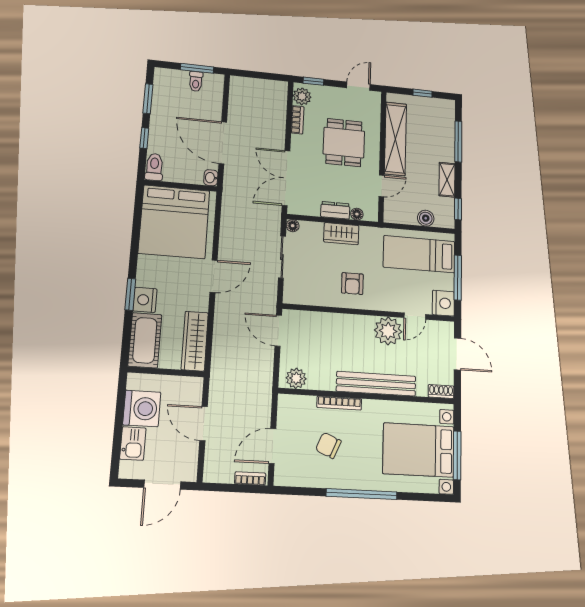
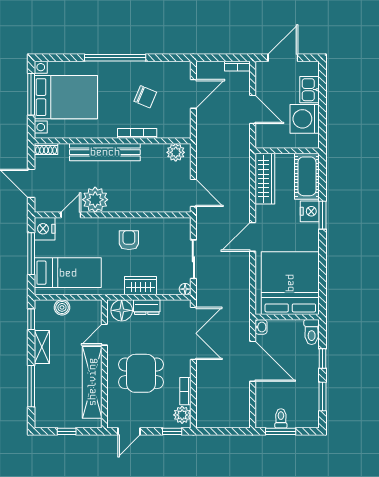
dining table: (344, 143) -> (141, 373), turned 90
floor lamp: (357, 214) -> (122, 310), width x1.89, depth x1.89
bookcase: (250, 478) -> (237, 66), moved

